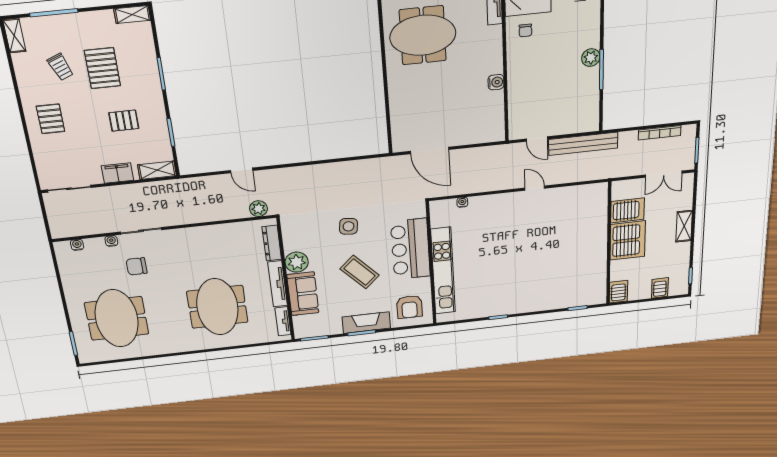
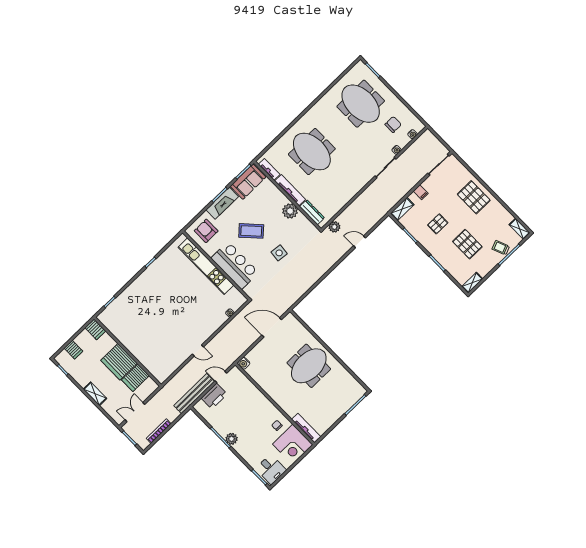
meeting table: (423, 35) -> (309, 366), moved
trolley: (60, 67) -> (501, 248), moved
water cooler: (496, 82) -> (244, 363), moved
pallet: (51, 119) -> (474, 197), width x1.50, depth x1.42
printer: (564, 123) -> (214, 396), added
filing cabinet: (118, 173) -> (421, 192), width x0.50
chair: (137, 266) -> (393, 124), moved
sofa: (303, 294) -> (248, 182), moved, turned -90

